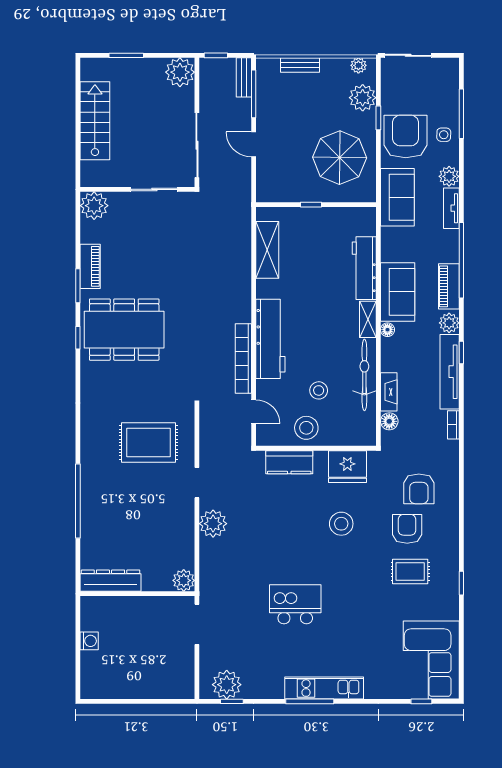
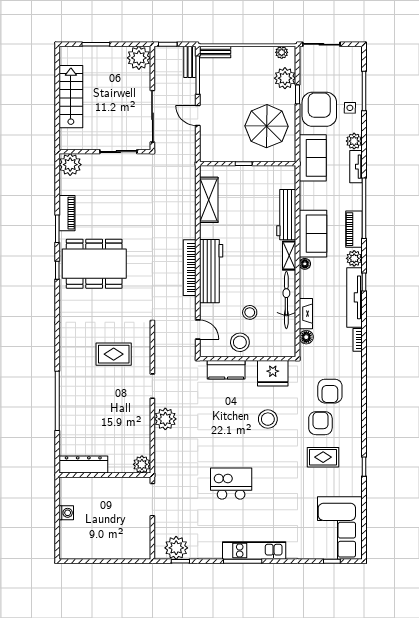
bench: (300, 65) -> (215, 52), moved
bookcase: (243, 358) -> (190, 268), moved
rug: (148, 443) -> (114, 354), width x0.73, depth x0.70

